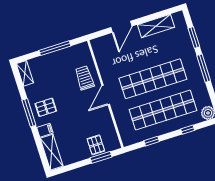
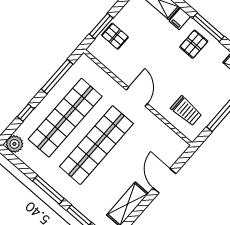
trolley: (85, 78) -> (186, 111), moved
window: (152, 141) -> (57, 77), width x2.17

